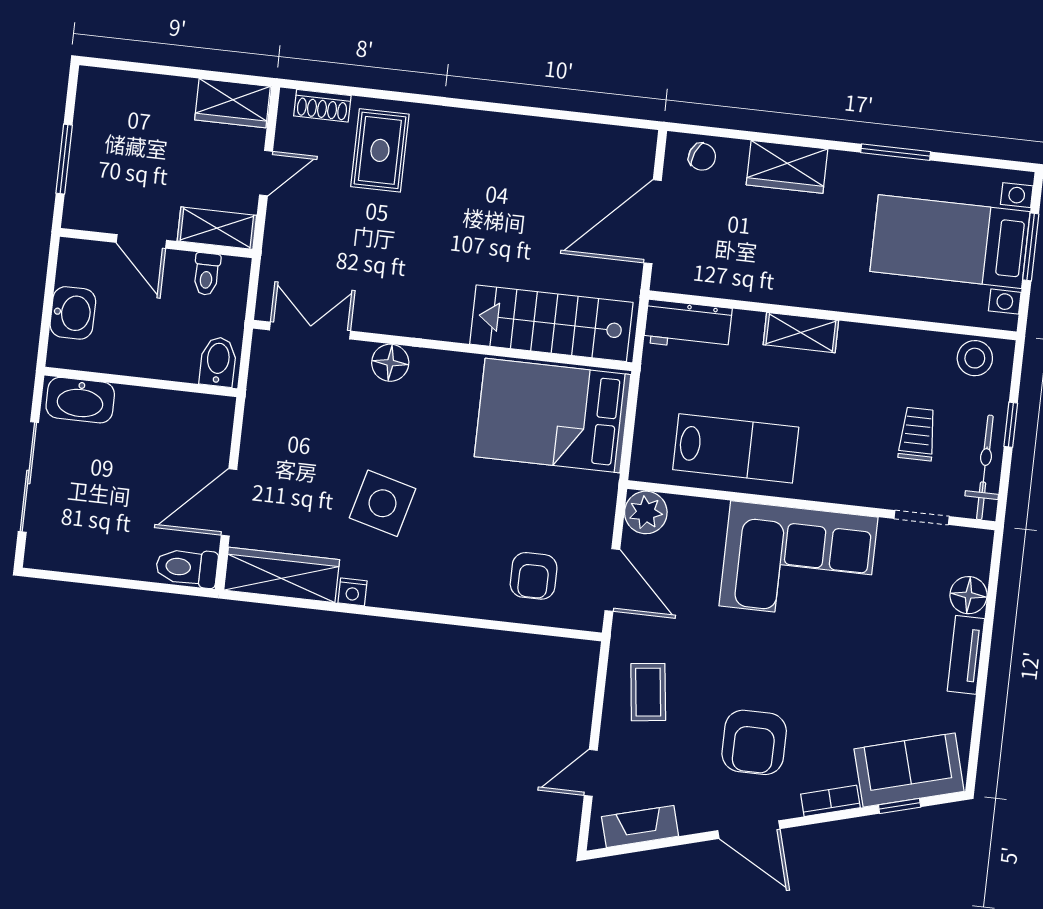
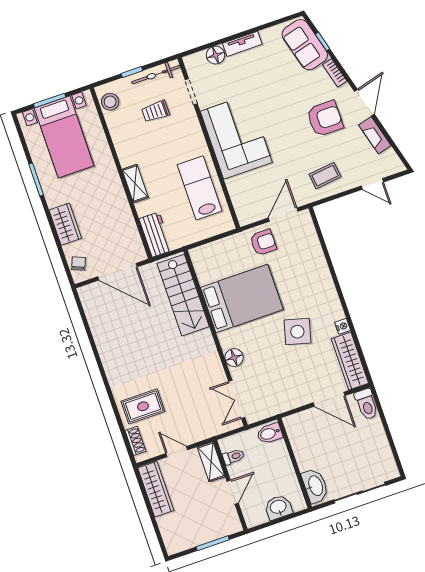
wardrobe: (233, 103) -> (156, 489), width x1.50
bed: (553, 416) -> (242, 298), moved, turned -90
plant: (646, 512) -> (247, 214), removed
armchair: (534, 576) -> (263, 242), moved
fireplace: (640, 826) -> (375, 135), moved

